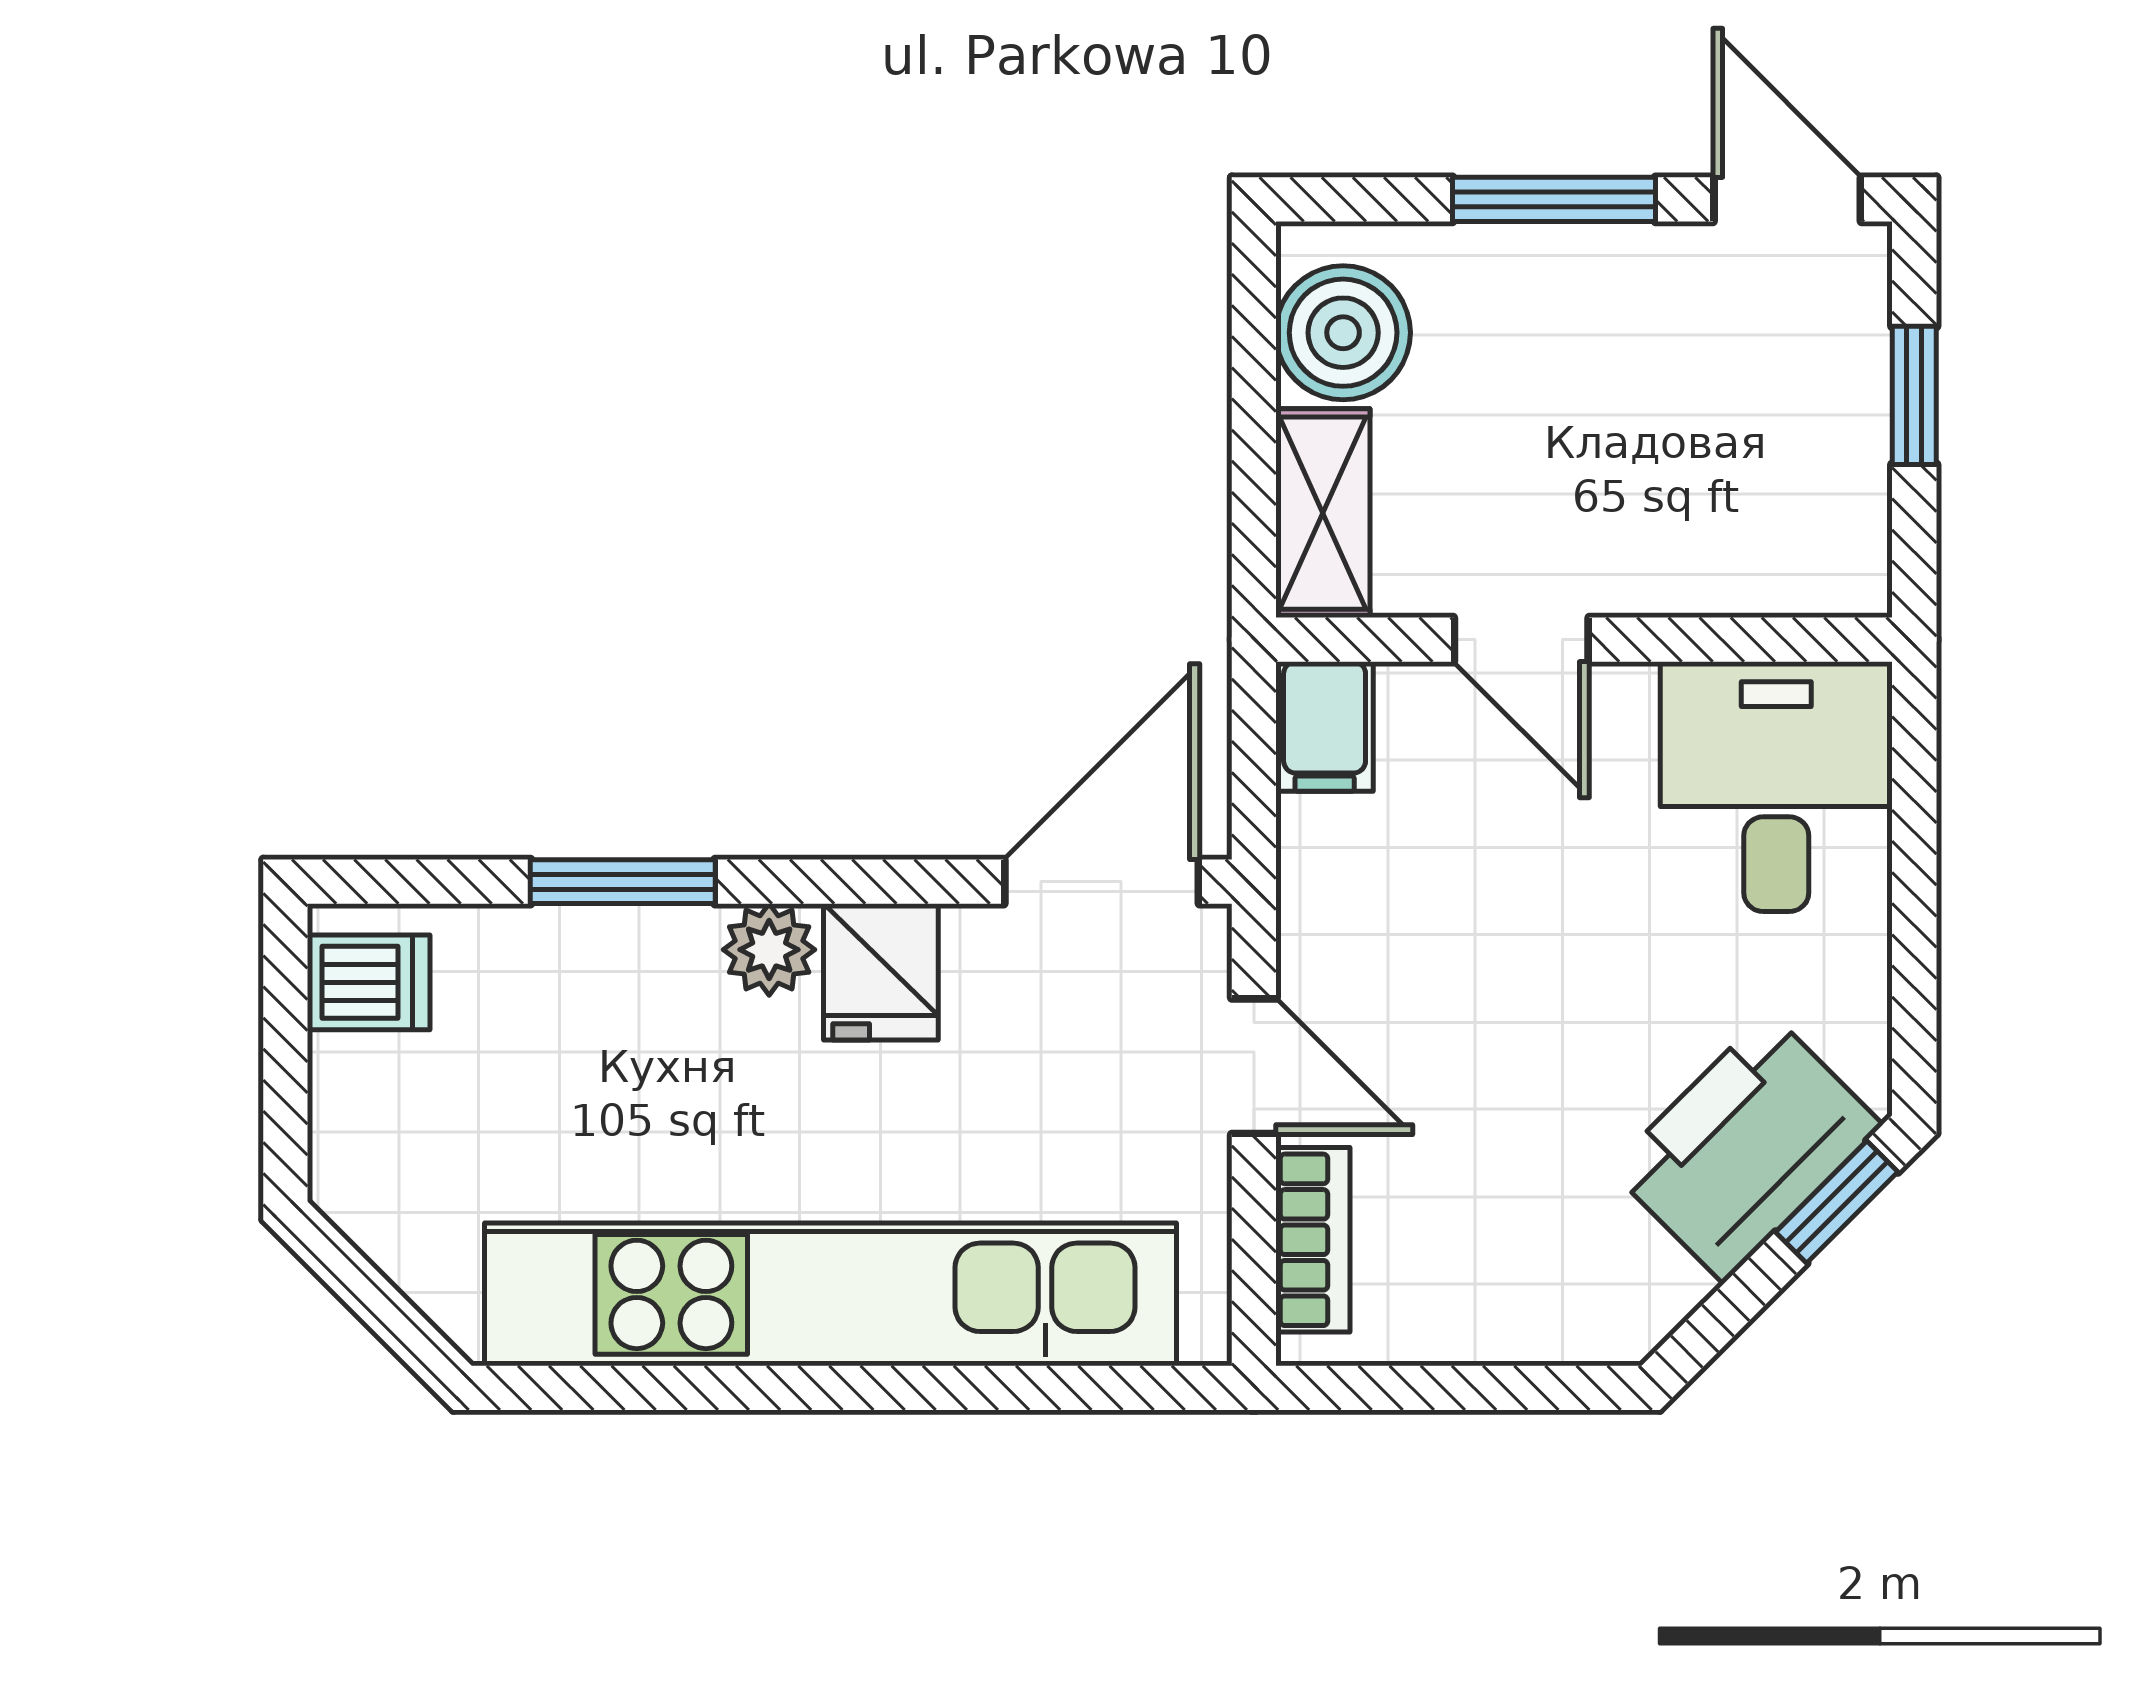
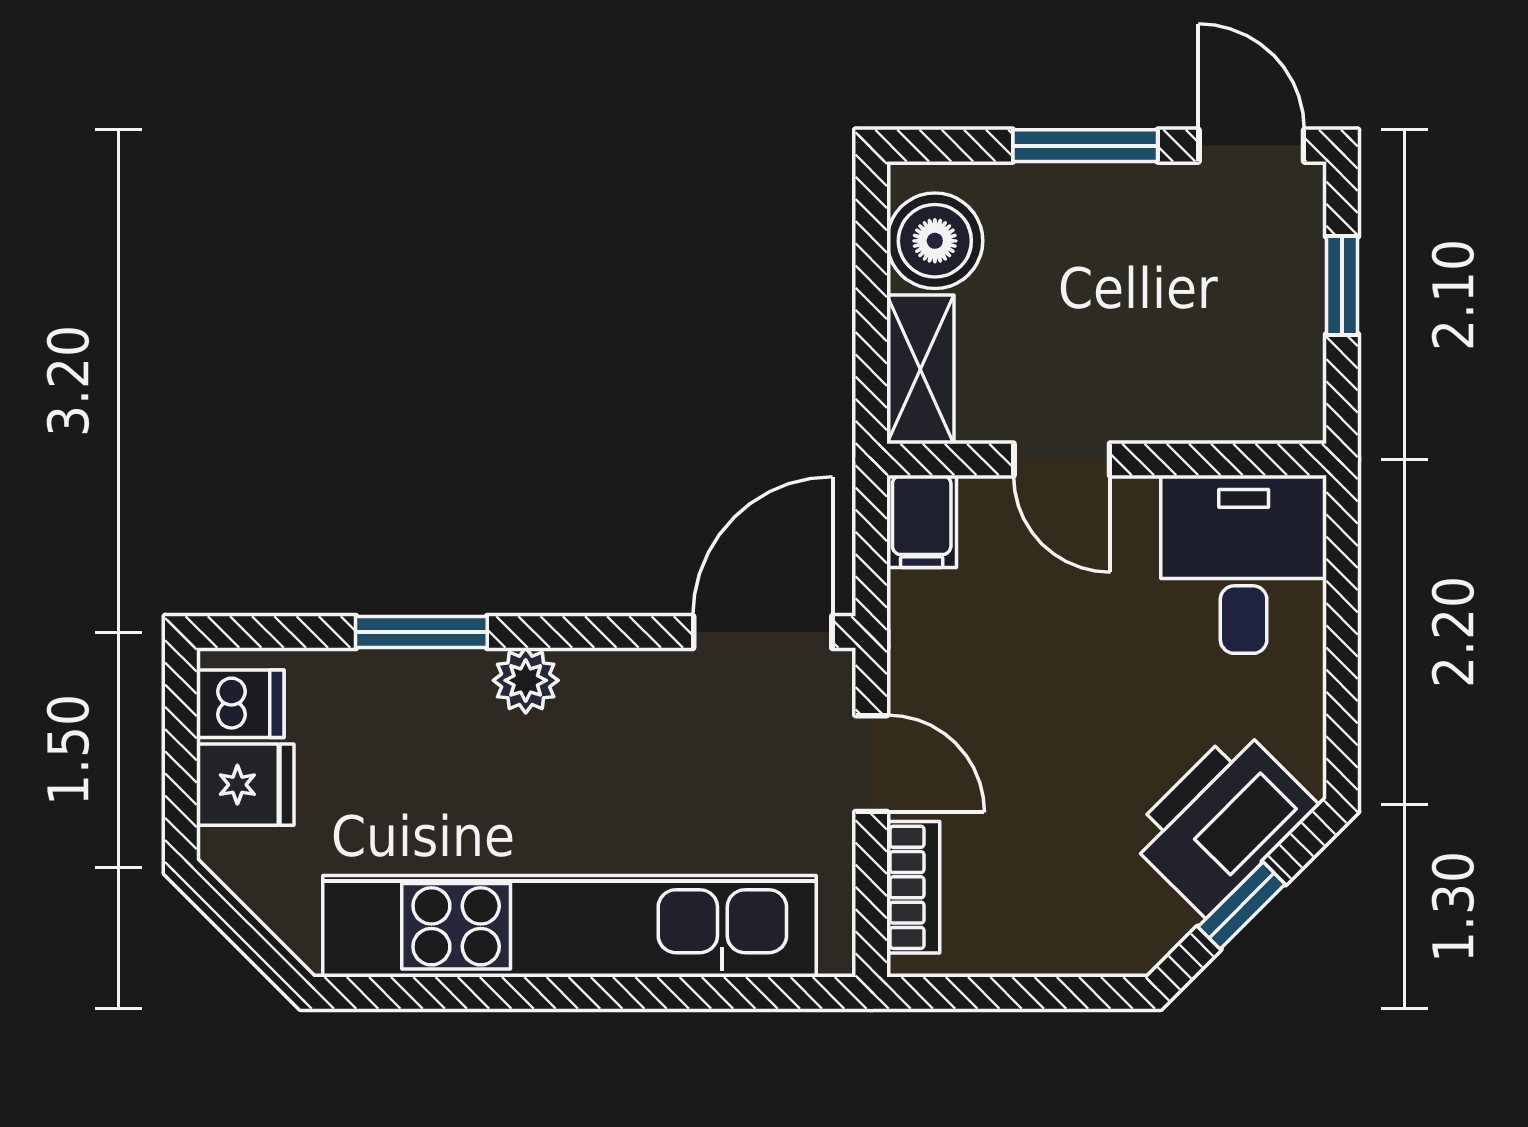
fridge: (881, 972) -> (245, 785), moved, turned -90
window: (1837, 1202) -> (1242, 905), moved

